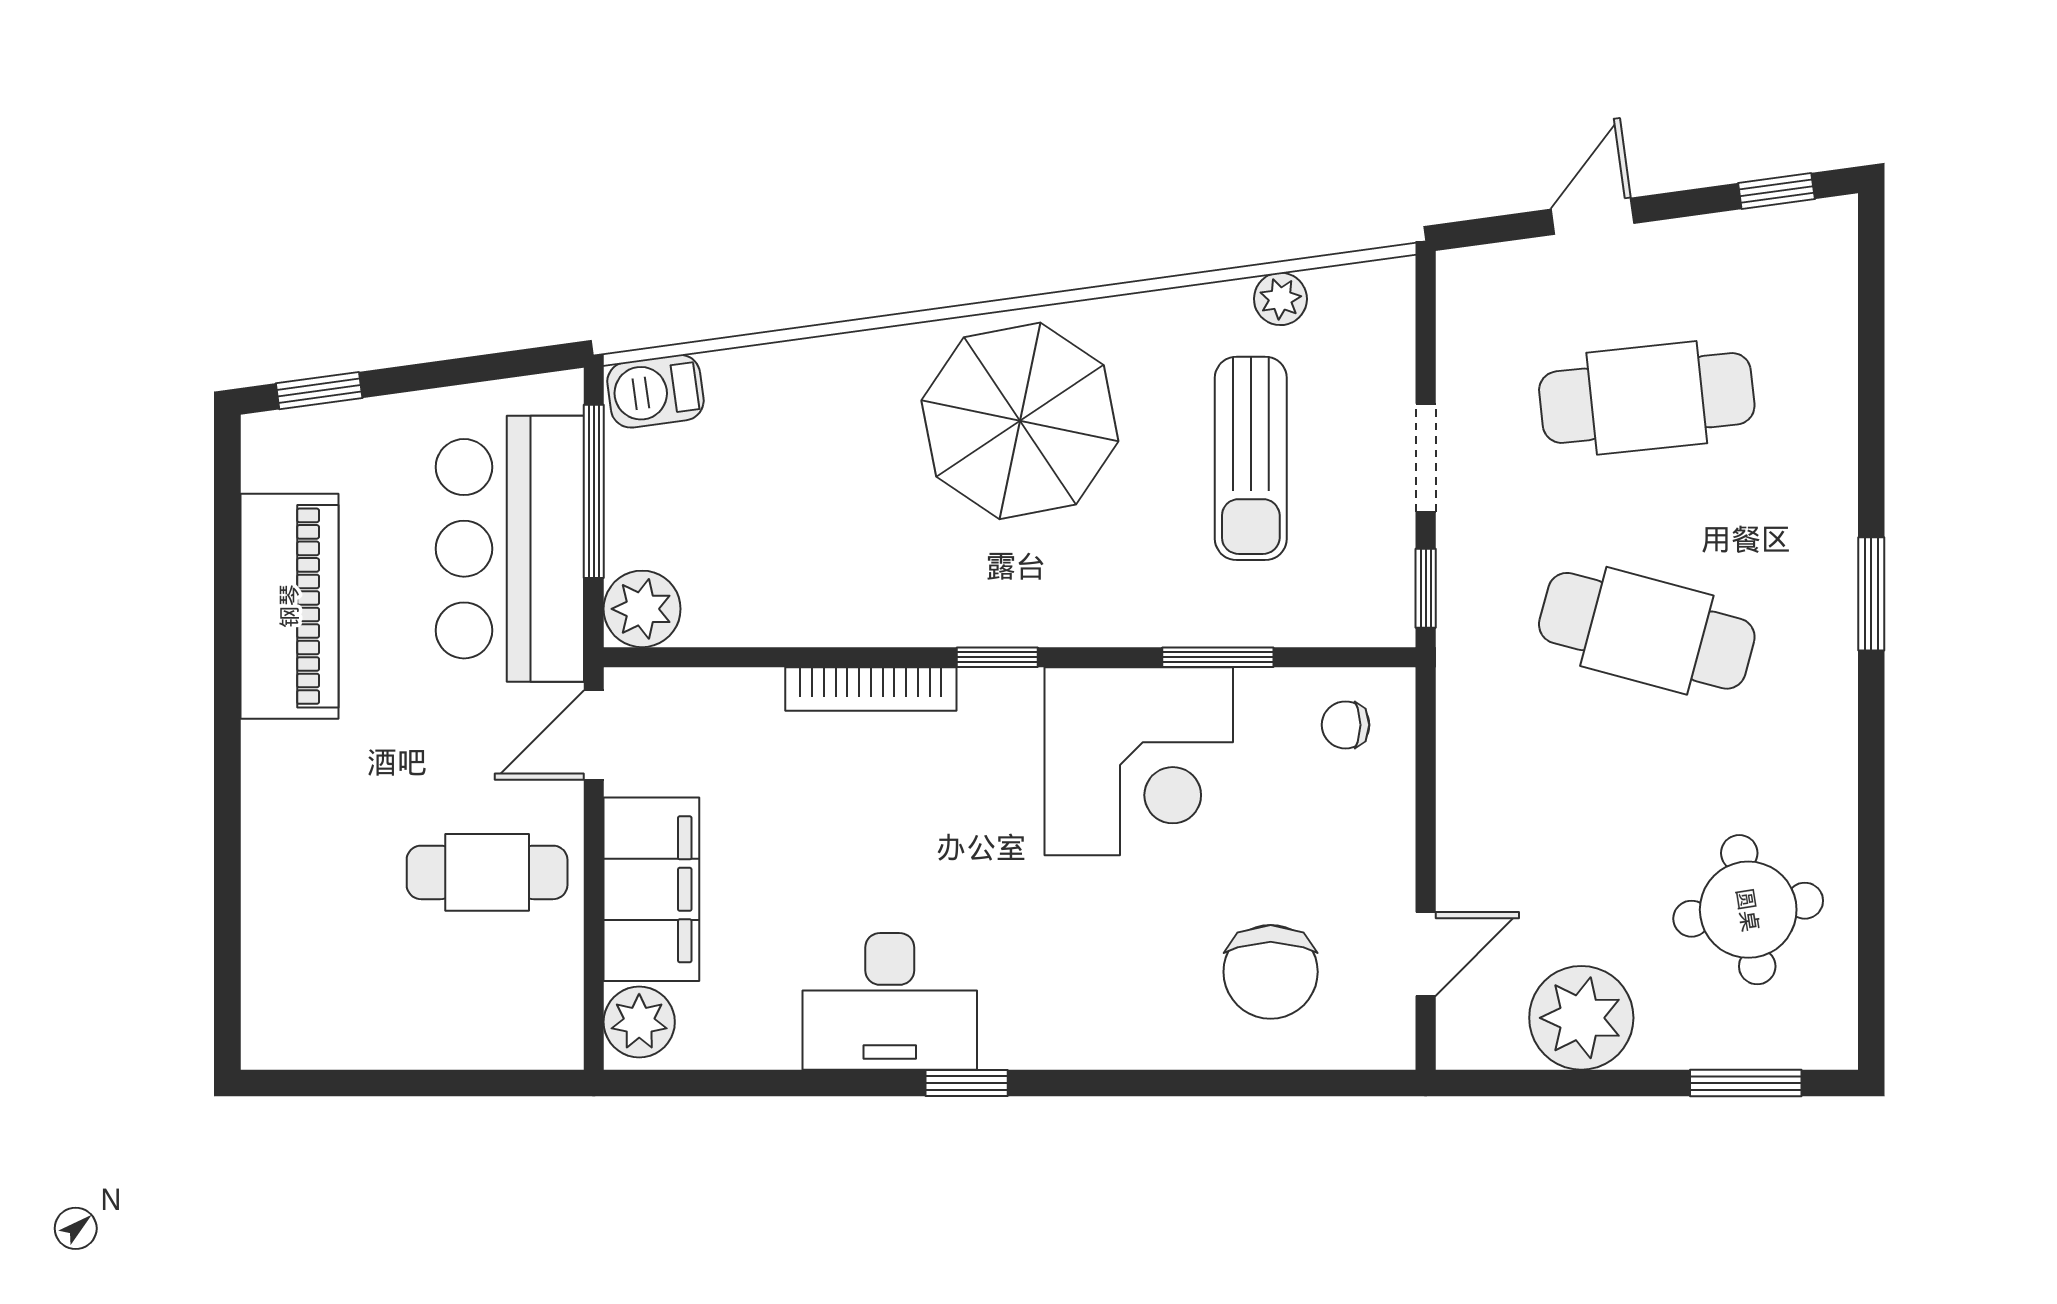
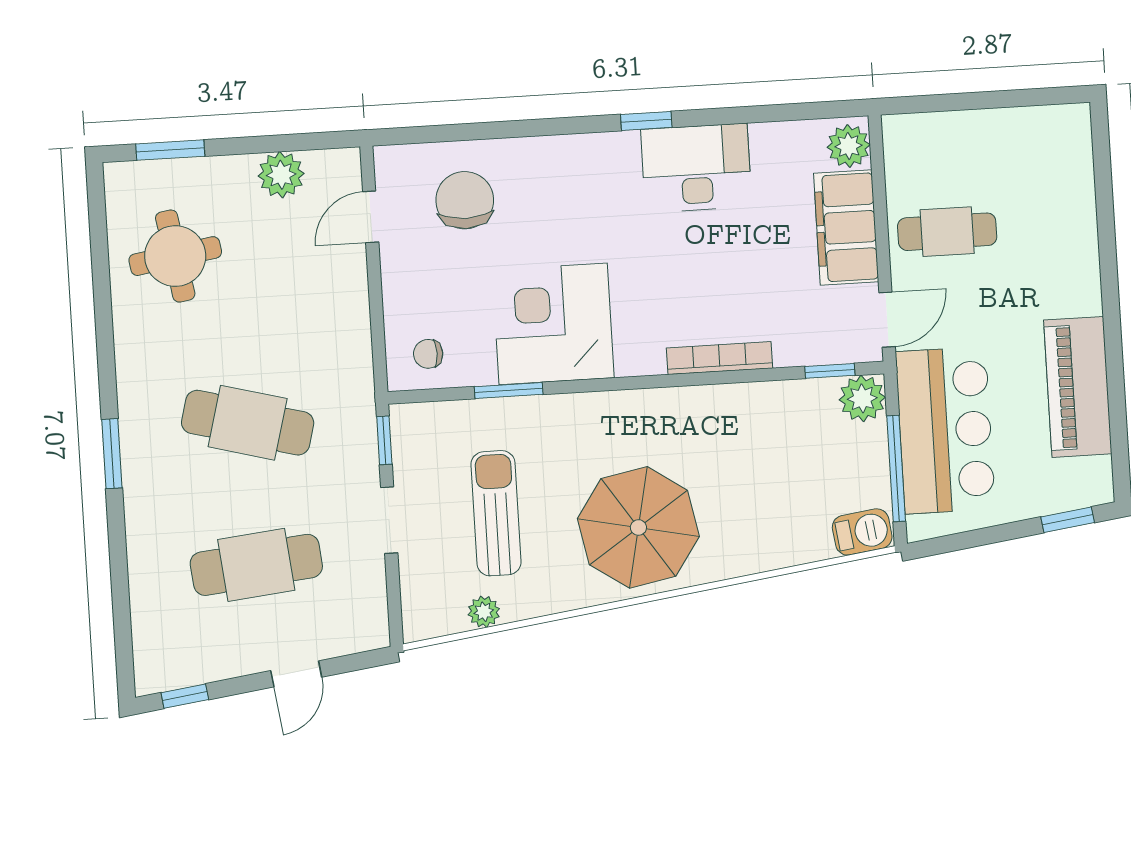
window: (997, 657) -> (830, 371), moved
chair: (1346, 725) -> (428, 354), turned 180
plant: (1581, 1018) -> (281, 175), width x0.73, depth x0.73

